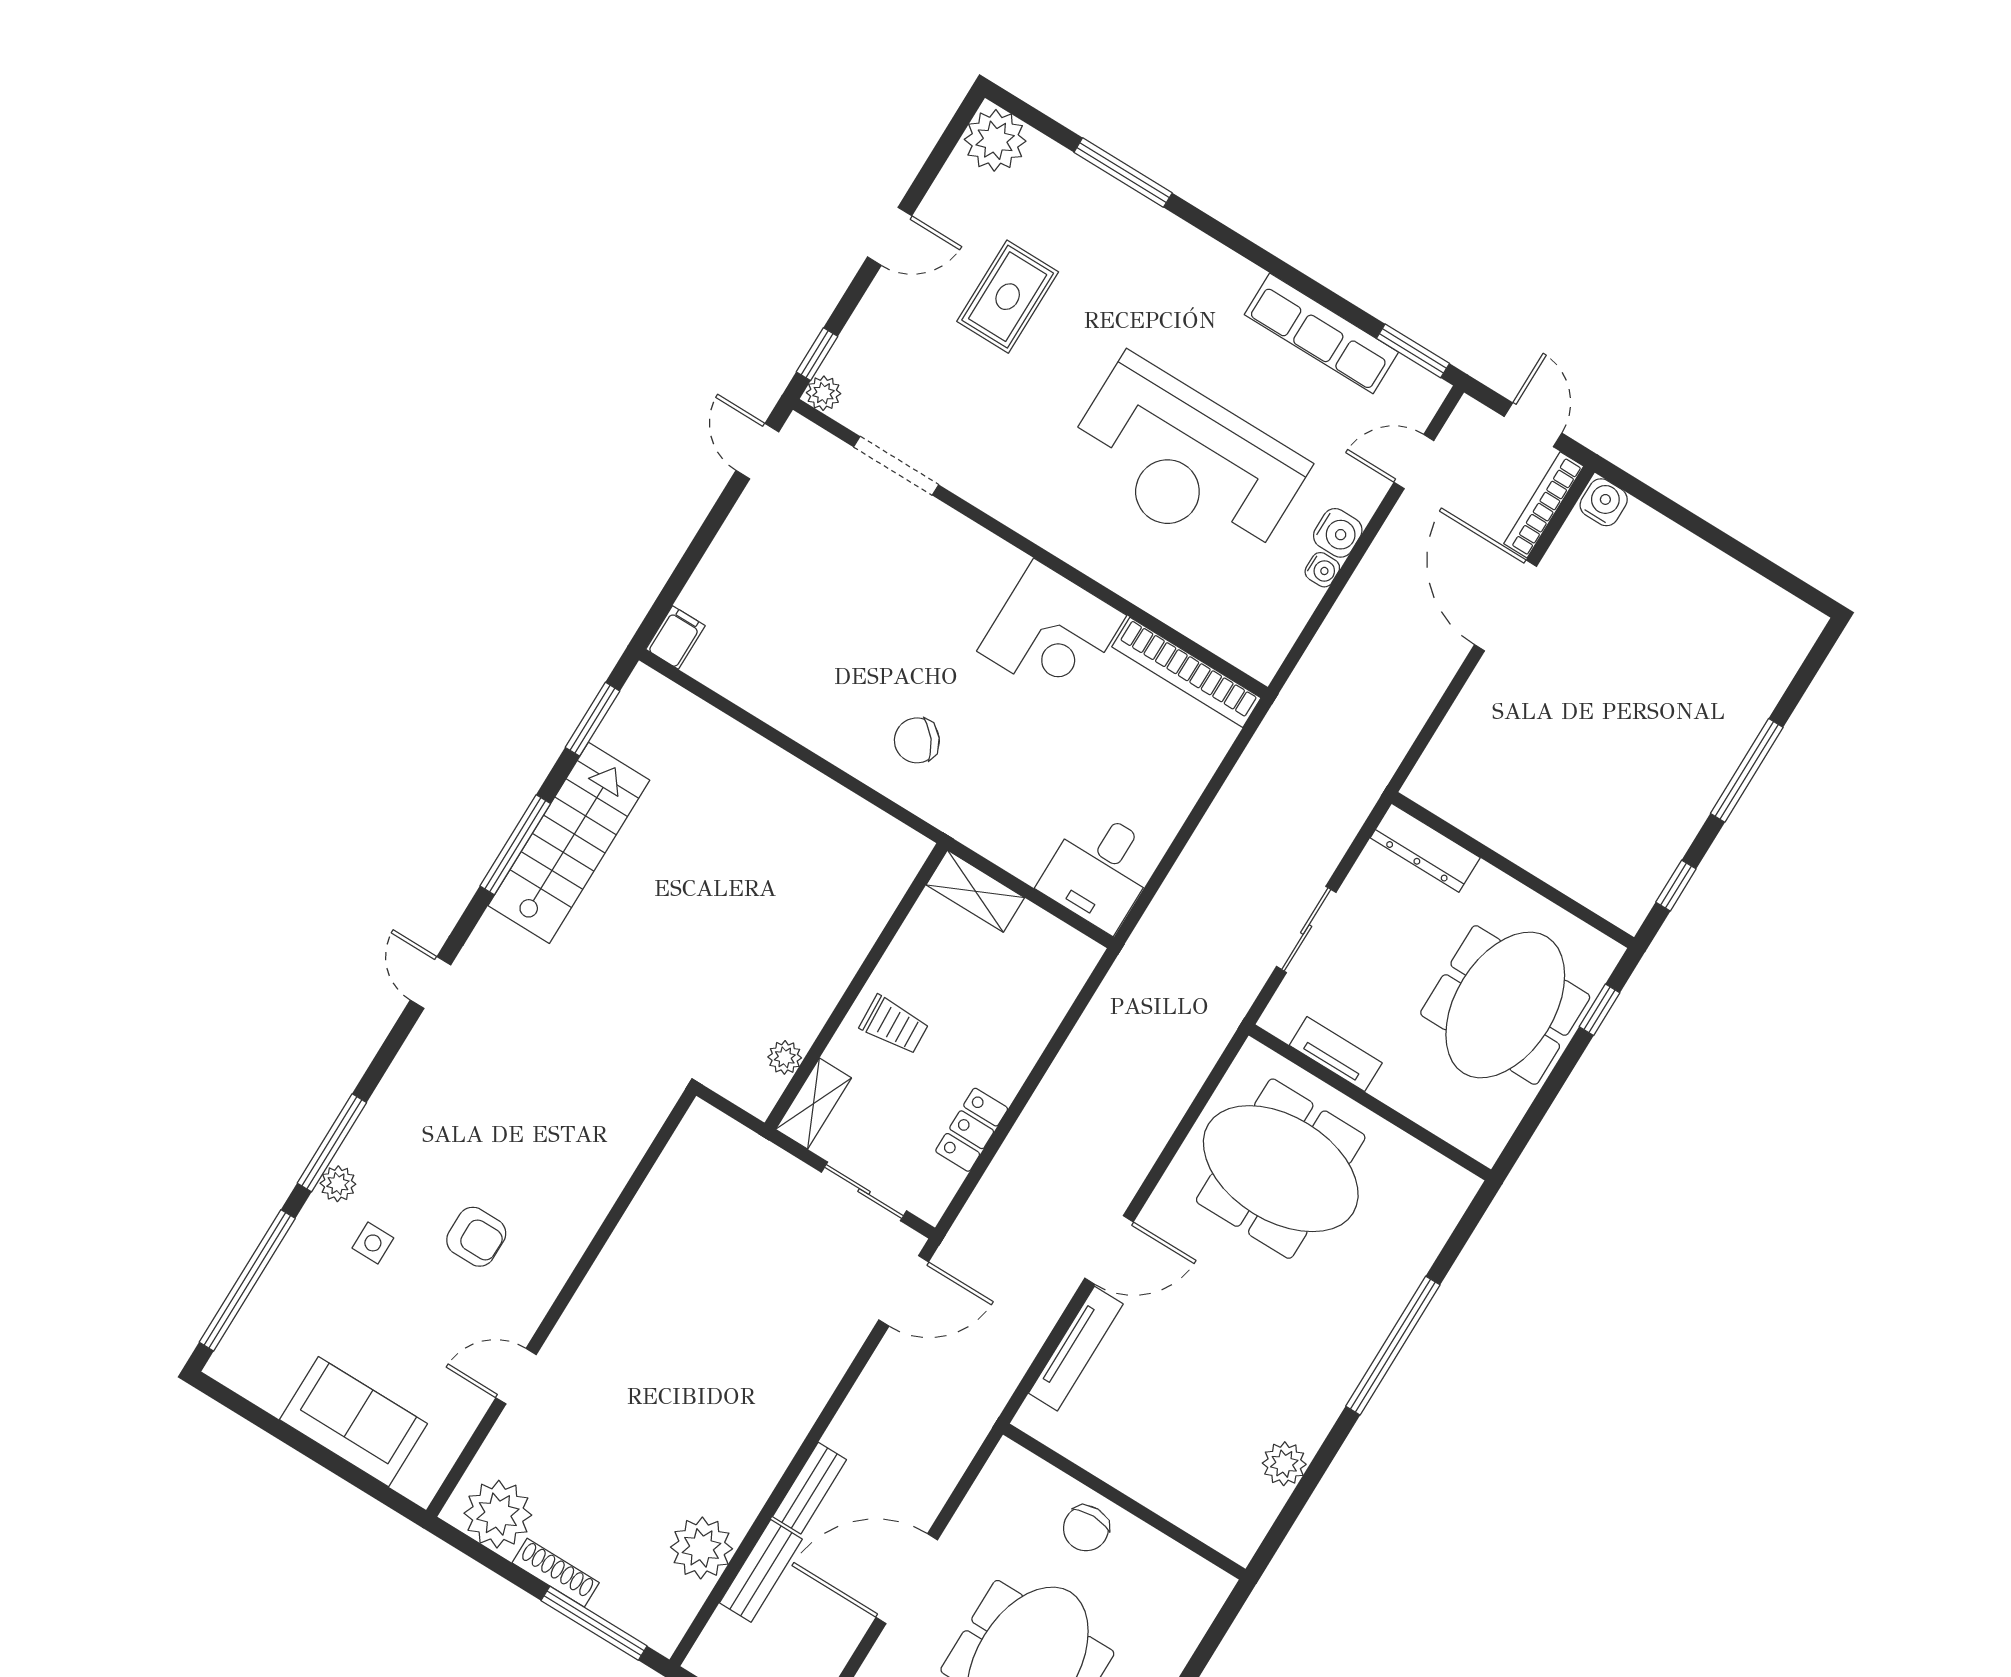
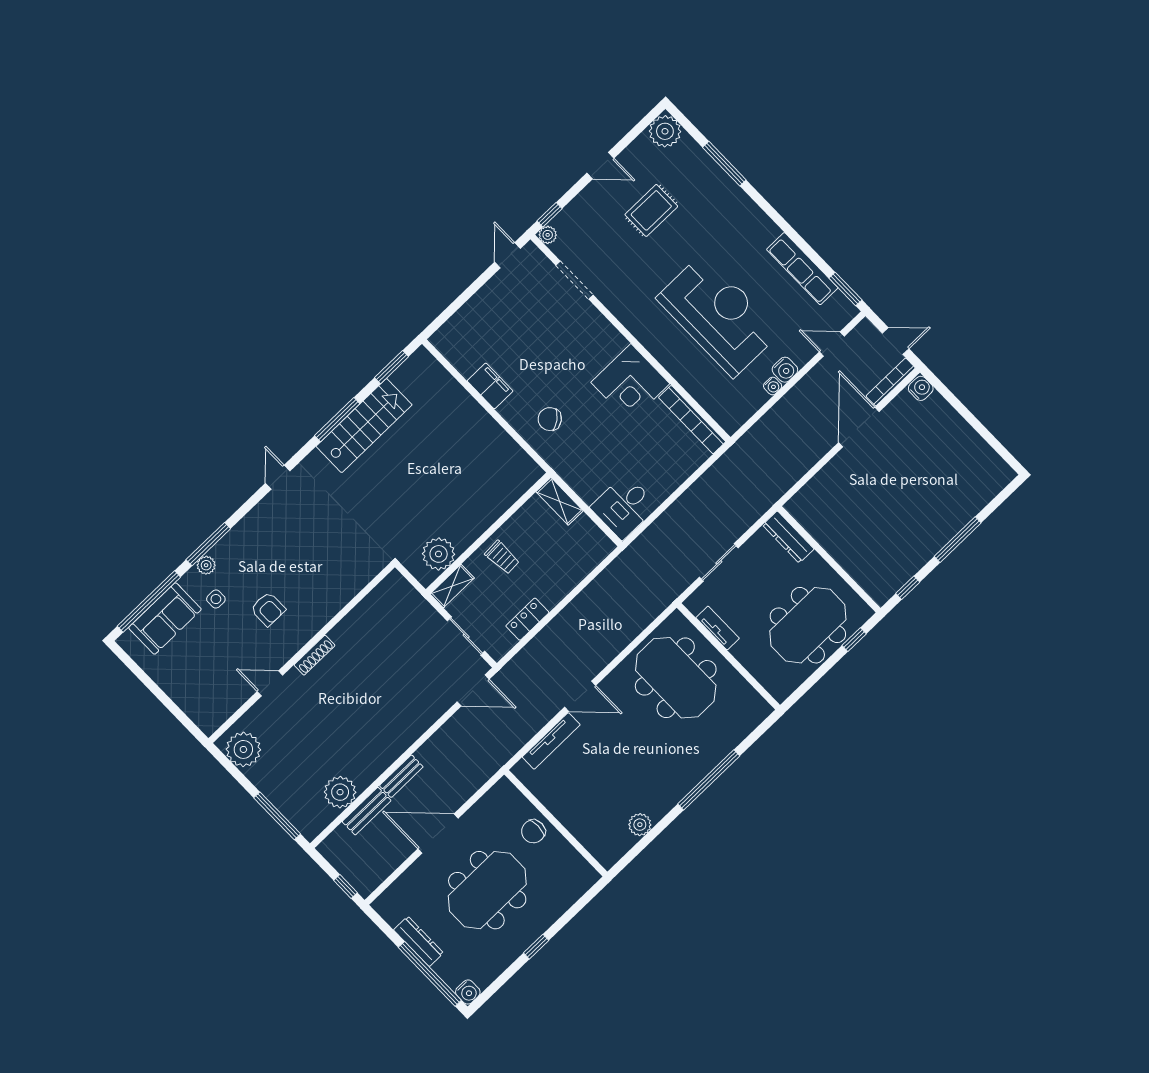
door: (1533, 425) -> (896, 341), hinge flipped
reception desk: (1185, 462) -> (718, 315), turned 180
filing cabinet: (675, 637) -> (490, 386), moved, width x2.00
plant: (785, 1057) -> (439, 554), width x1.87, depth x1.87
sofa: (353, 1422) -> (165, 619), moved, turned 90
shoe rack: (556, 1573) -> (314, 655), moved, turned 90

